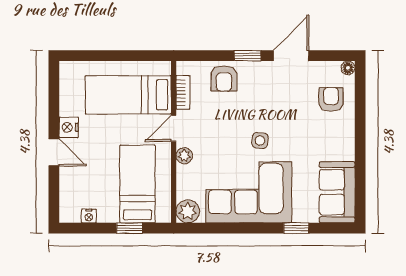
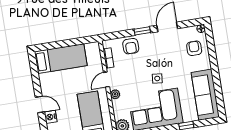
bed: (128, 95) -> (61, 59), moved, turned 180
nightstand: (69, 127) -> (51, 117), moved
sofa: (337, 192) -> (205, 95), width x1.36

